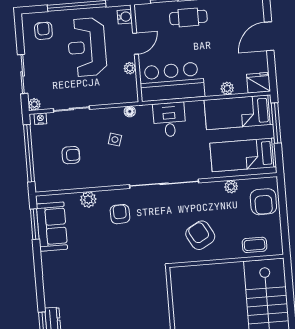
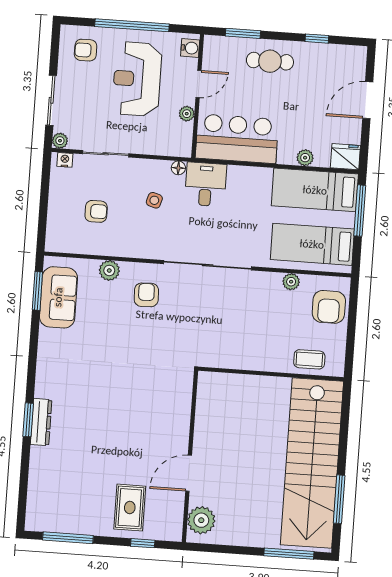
armchair: (43, 31) -> (86, 50), turned -90
desk: (169, 120) -> (206, 184), moved
window: (29, 153) -> (44, 201), removed
armchair: (200, 235) -> (243, 337), removed

